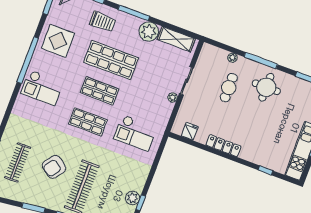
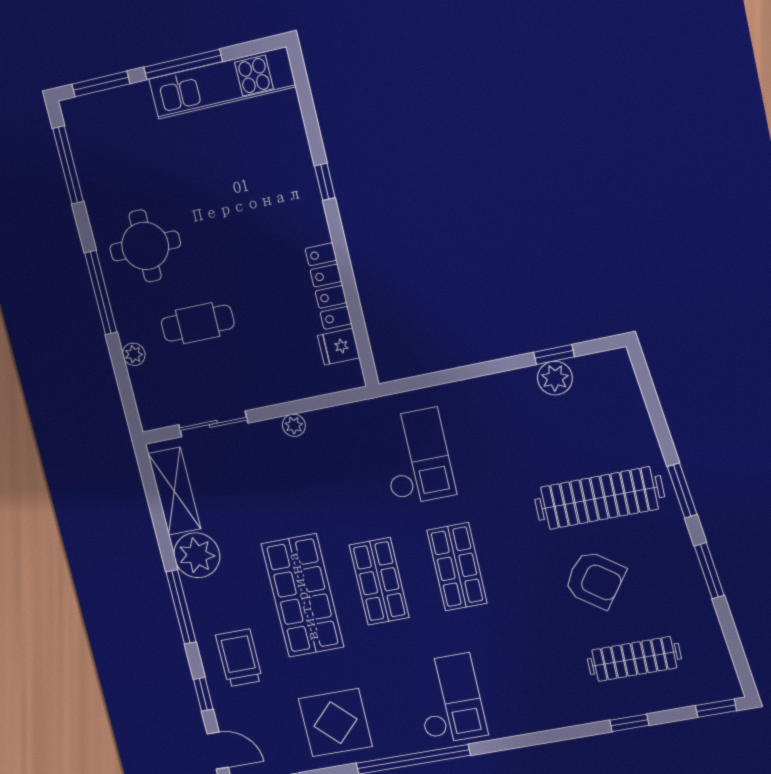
sliding door: (187, 81) -> (213, 424), moved
locker: (223, 146) -> (328, 286), moved
window: (266, 170) -> (325, 182), moved

